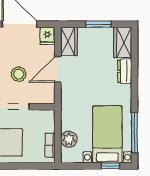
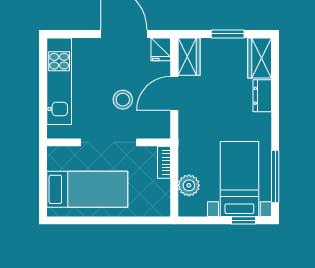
bookcase: (50, 145) -> (164, 162), moved

